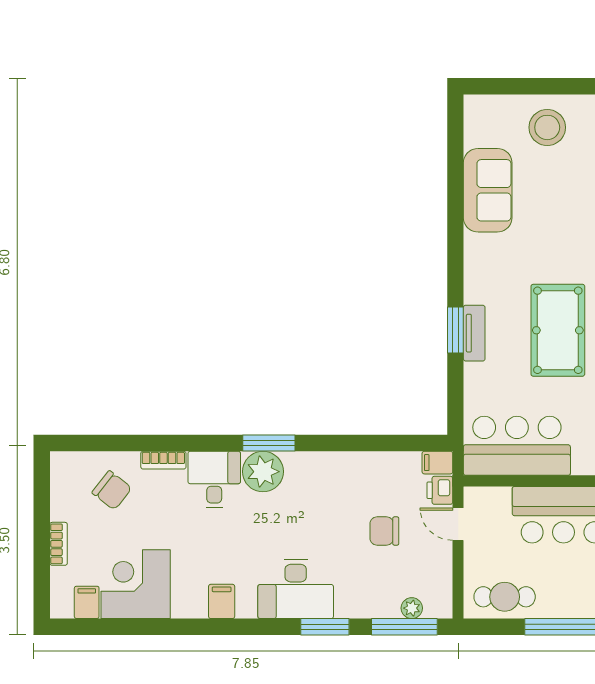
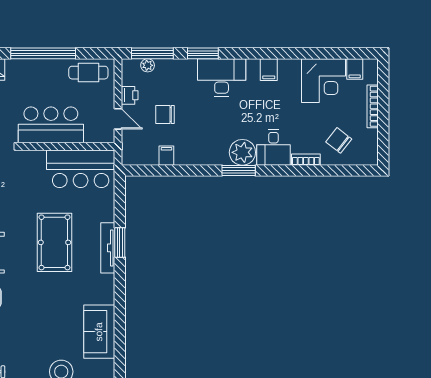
tv unit: (474, 333) -> (108, 248), width x1.41
filing cabinet: (437, 463) -> (166, 156), moved, turned -90
printer: (440, 490) -> (130, 95), moved
chair: (384, 531) -> (165, 114), turned 180
bookcase: (59, 544) -> (373, 106), width x1.56

